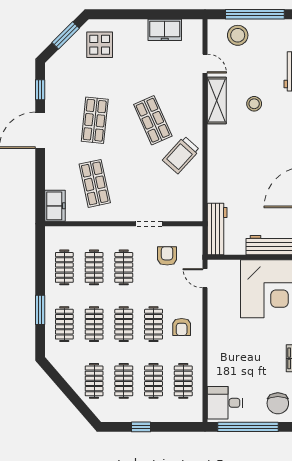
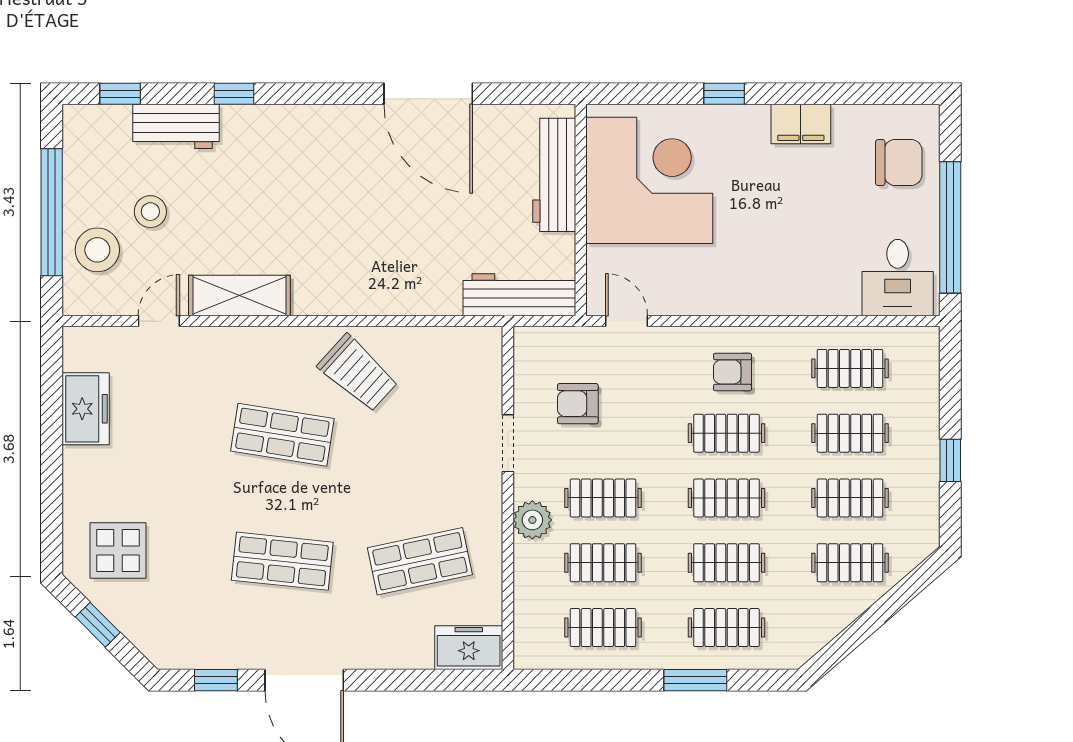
window: (66, 35) -> (98, 625), width x0.67
stool: (254, 104) -> (150, 212), moved
shop shelf: (153, 120) -> (282, 435), turned 33
plant: (114, 235) -> (532, 520), added
door: (205, 278) -> (626, 321), swing flipped
armchair: (182, 327) -> (732, 372), turned 180

